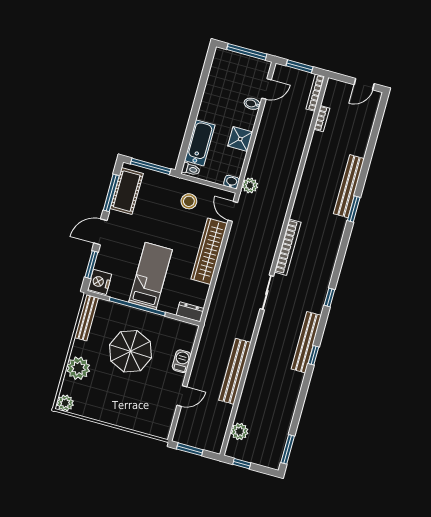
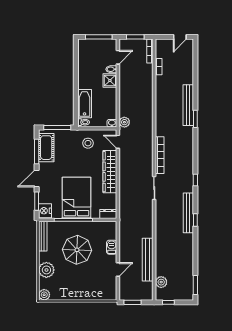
shower: (240, 139) -> (110, 81), moved
bed: (151, 276) -> (77, 198), width x1.50
bench: (235, 371) -> (148, 260), moved

